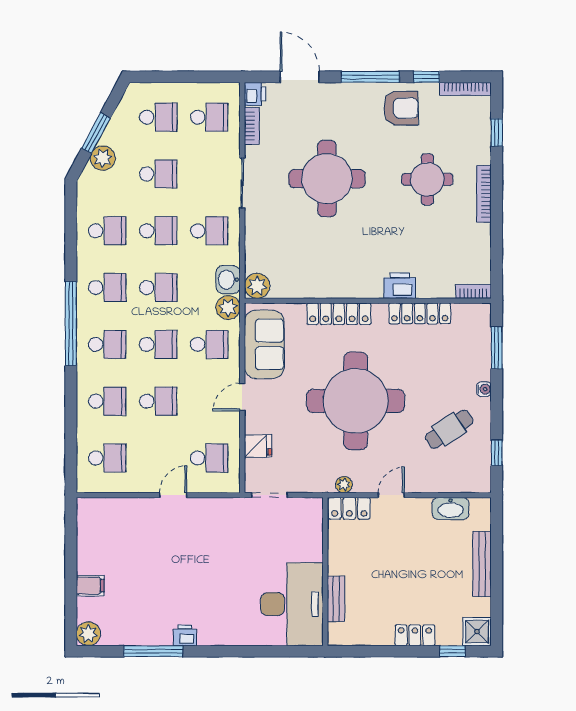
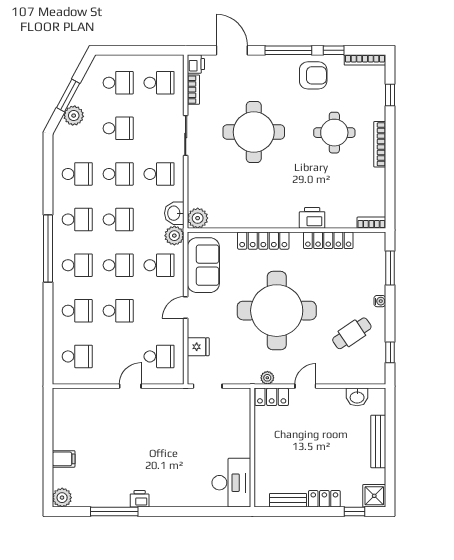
washbasin: (450, 508) -> (357, 397), width x0.72
bench: (336, 599) -> (288, 500), moved, turned 90
desk: (292, 604) -> (231, 483), width x0.73, depth x0.77

